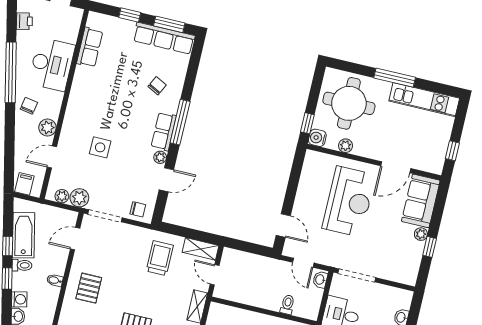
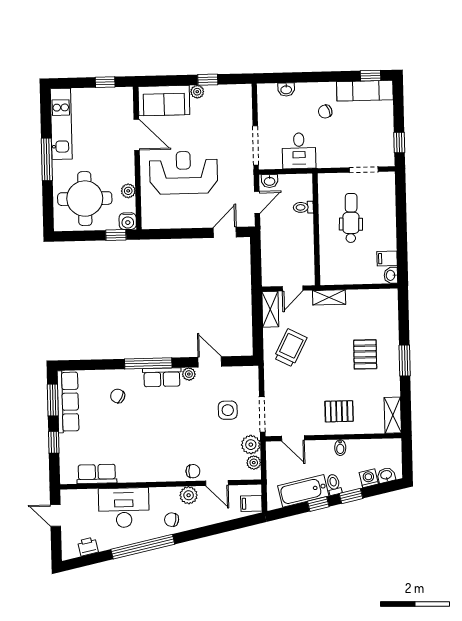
side table: (100, 147) -> (228, 410), moved
chair: (138, 209) -> (193, 471), moved, turned 90
trolley: (160, 258) -> (290, 348), turned 117

